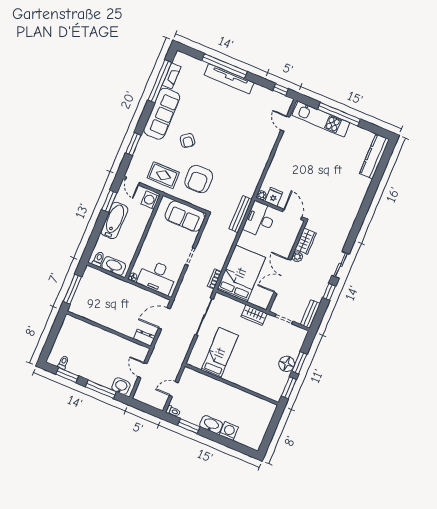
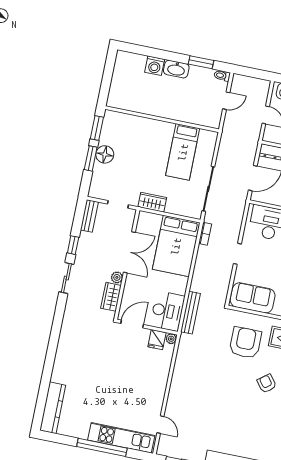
door: (292, 214) -> (132, 324), swing flipped

